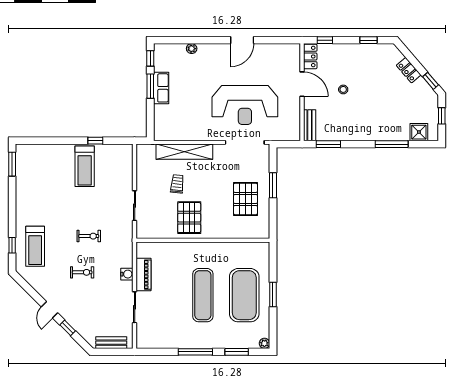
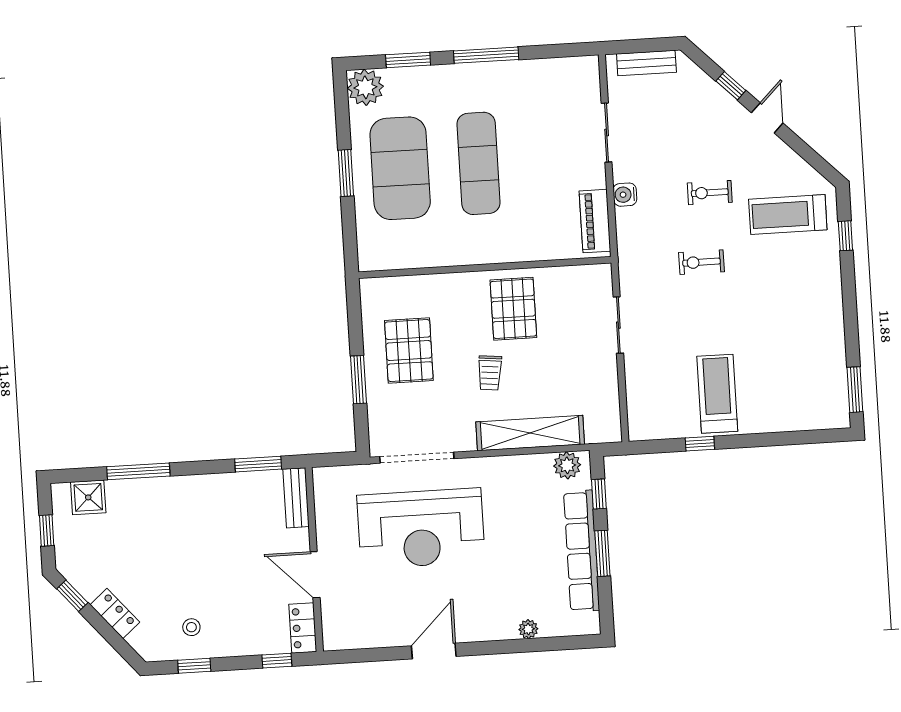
window: (150, 58) -> (599, 494), moved
row of seats: (161, 88) -> (582, 551), width x2.02
stool: (343, 89) -> (191, 627), moved
reception desk: (245, 105) -> (421, 528), turned 180
plant: (166, 133) -> (567, 465), added
trolley: (177, 184) -> (490, 373), moved
treadmill: (35, 246) -> (788, 214), moved, turned -90
piano: (143, 275) -> (595, 221), moved
plant: (264, 343) -> (365, 87), width x1.88, depth x1.88

